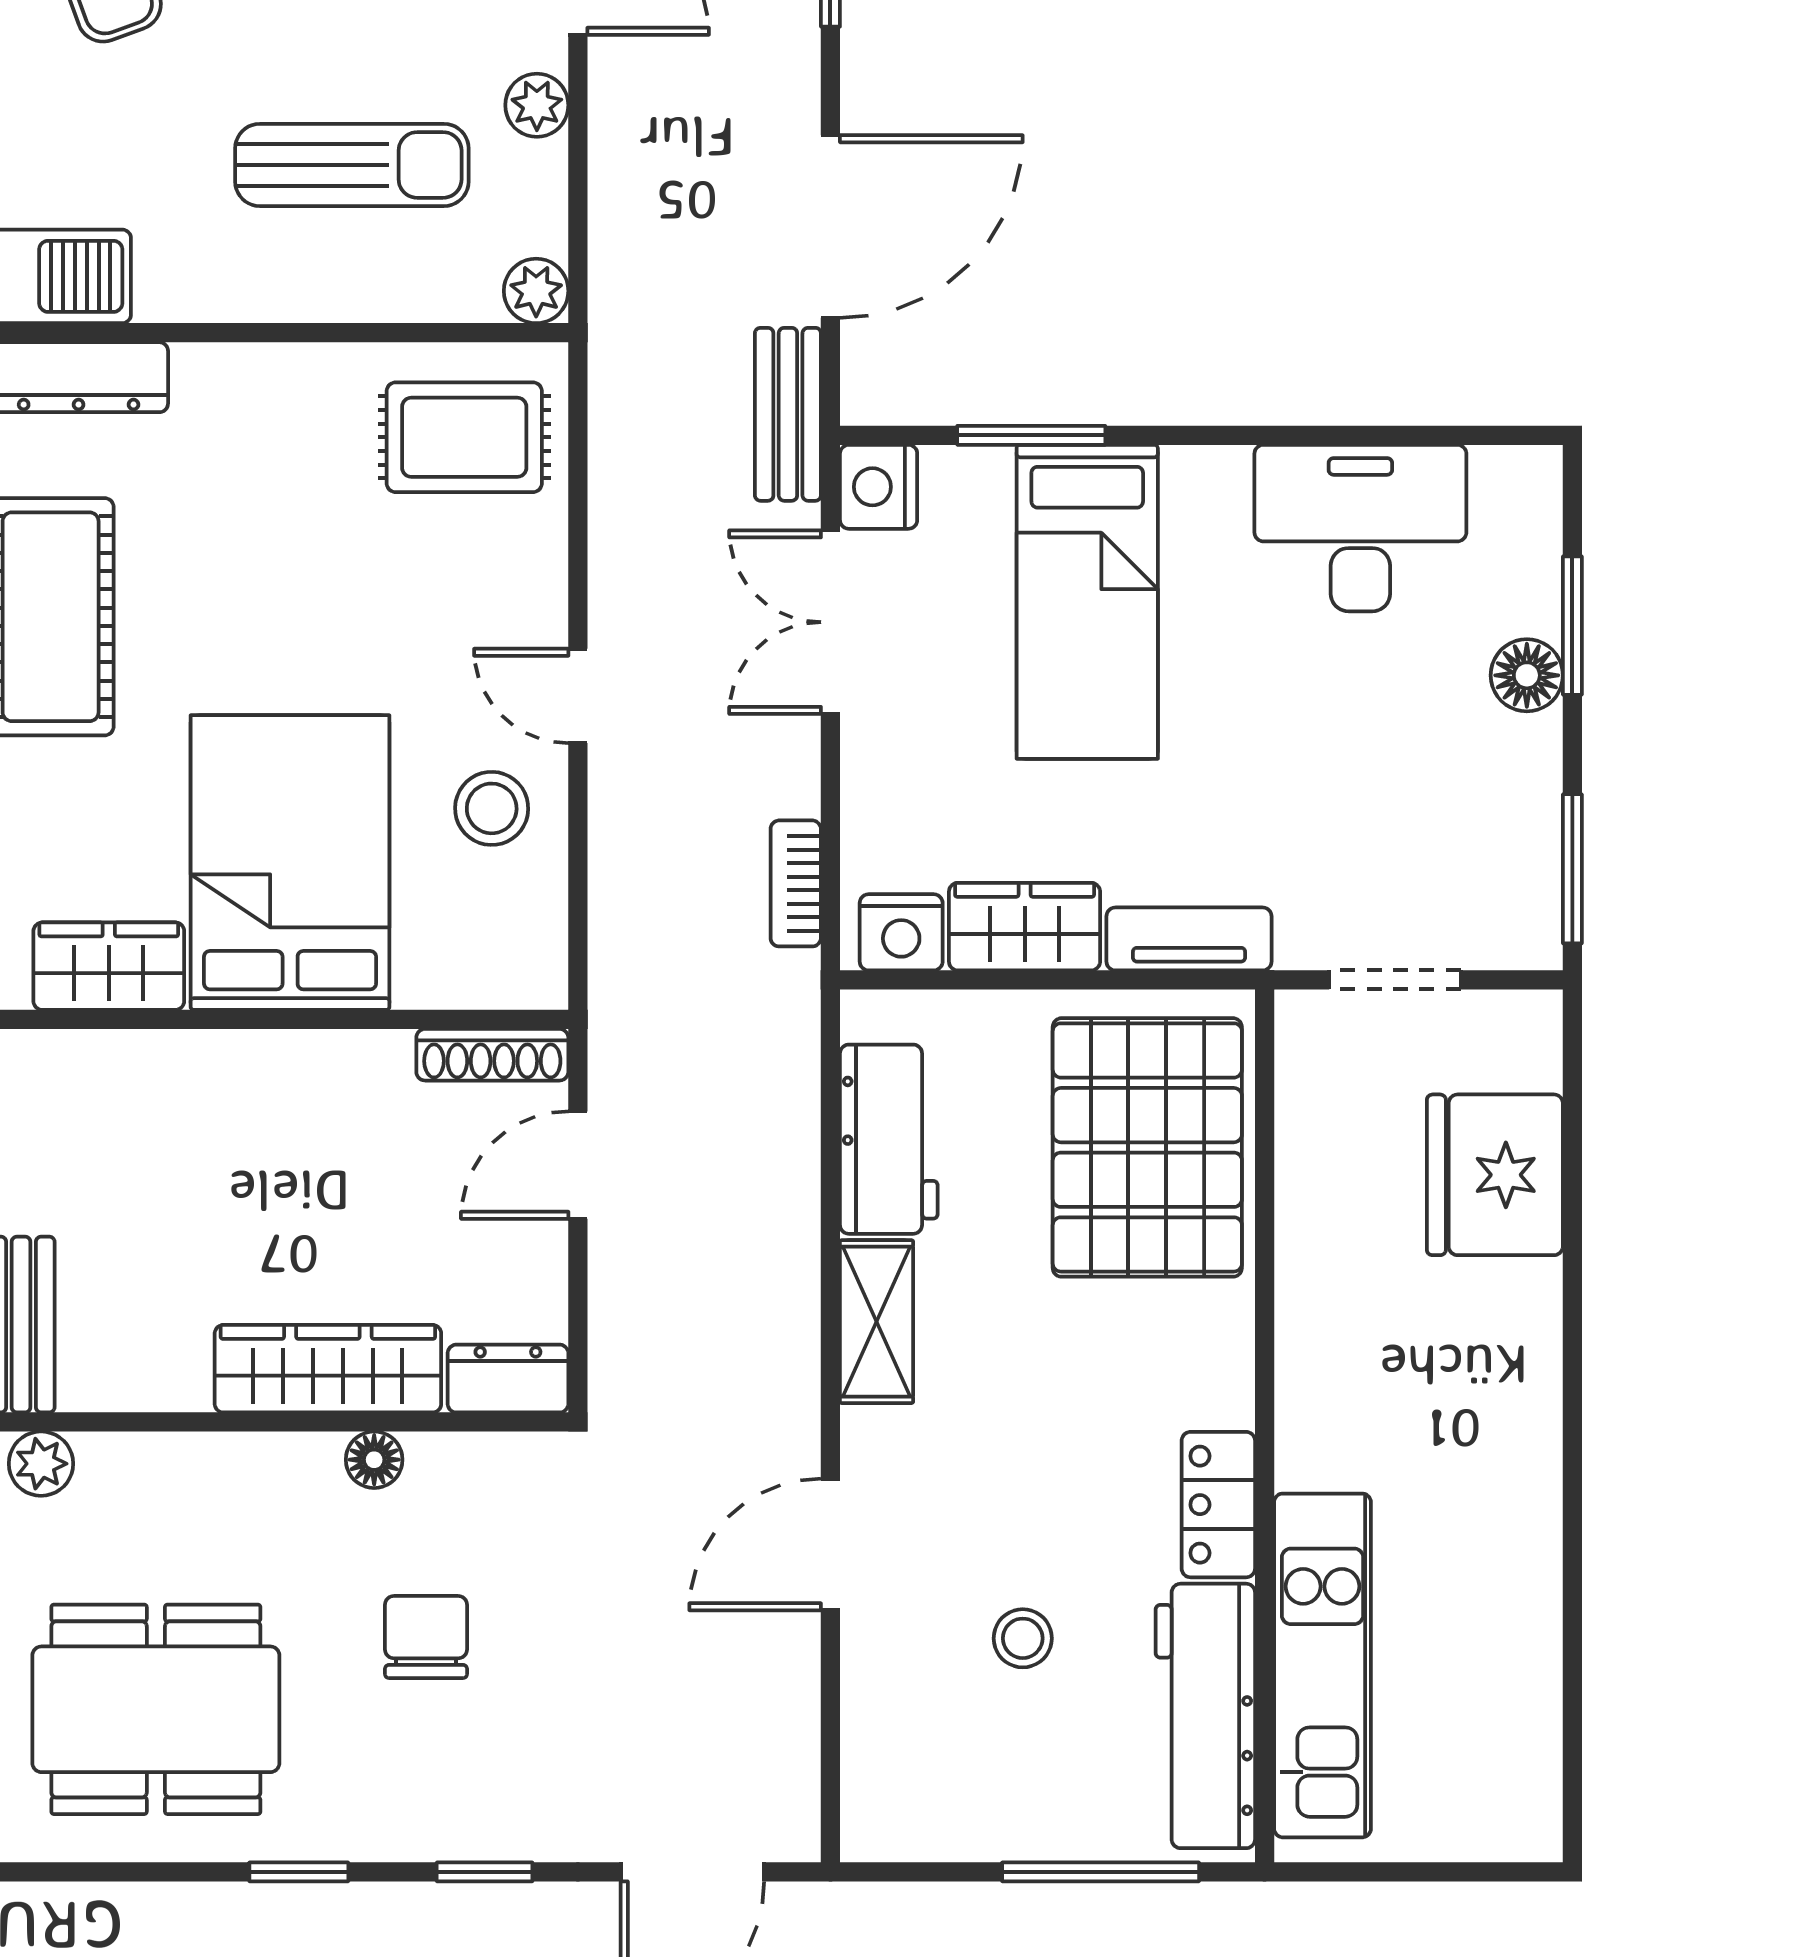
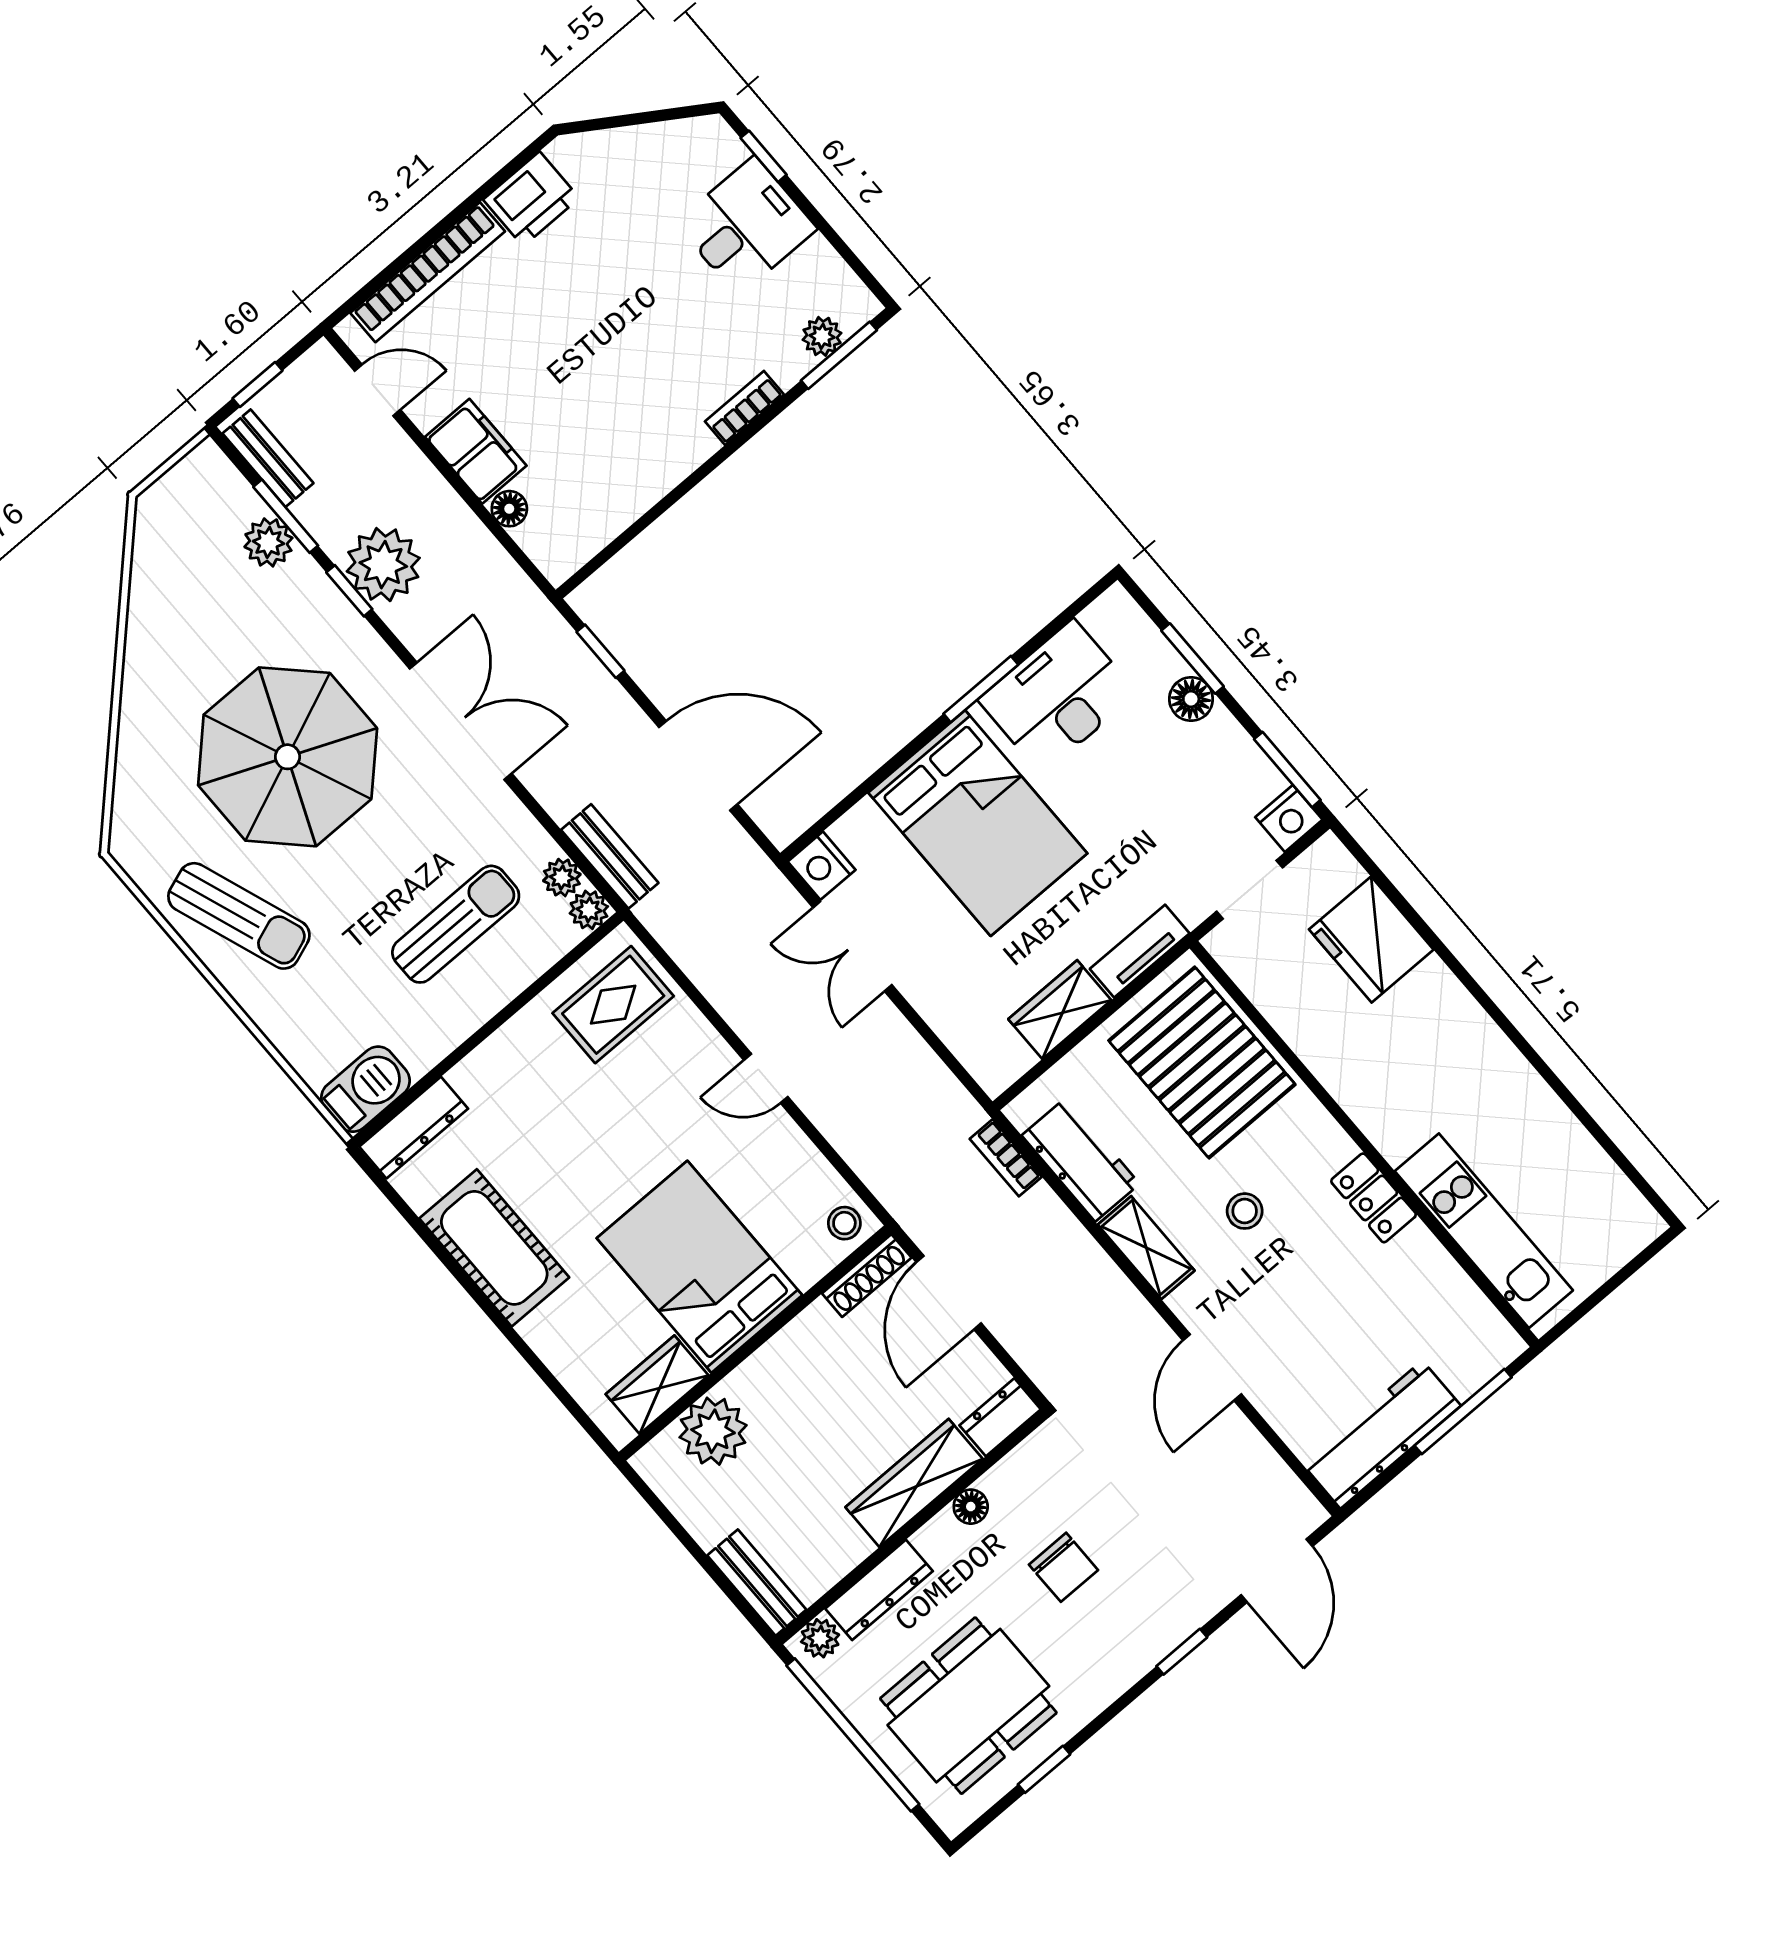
plant: (537, 105) -> (562, 878), moved
door: (830, 227) -> (698, 766), hinge flipped
bench: (788, 414) -> (610, 856), moved
window: (1031, 435) -> (981, 689), moved
bed: (1087, 602) -> (978, 823), width x1.50
stool: (492, 808) -> (844, 1223), moved, width x0.73, depth x0.73
bookcase: (796, 883) -> (1006, 1158), moved
nightstand: (901, 932) -> (1289, 818), moved
plant: (129, 1086) -> (713, 1431), added
door: (578, 1165) -> (949, 1293), width x1.38
dresser: (168, 1466) -> (879, 1590), added
chair: (426, 1637) -> (1063, 1567), turned 180
stool: (1023, 1638) -> (1245, 1211), moved
workbench: (1205, 1716) -> (1381, 1435), moved, turned 90
window: (299, 1872) -> (1044, 1769), moved

